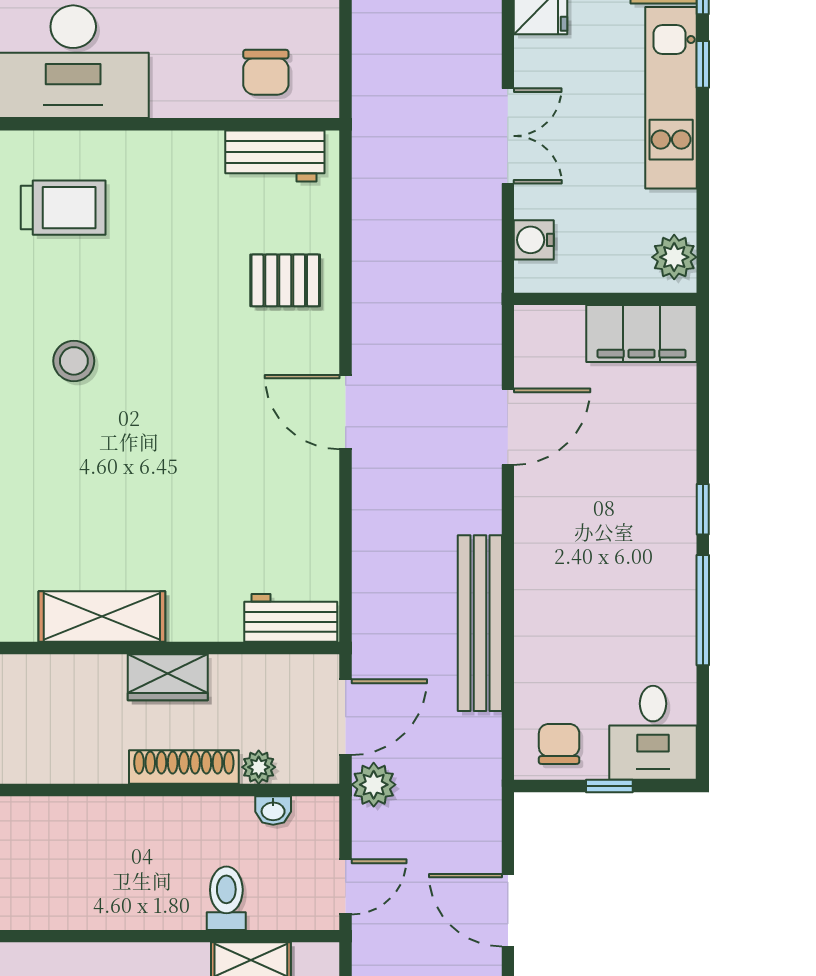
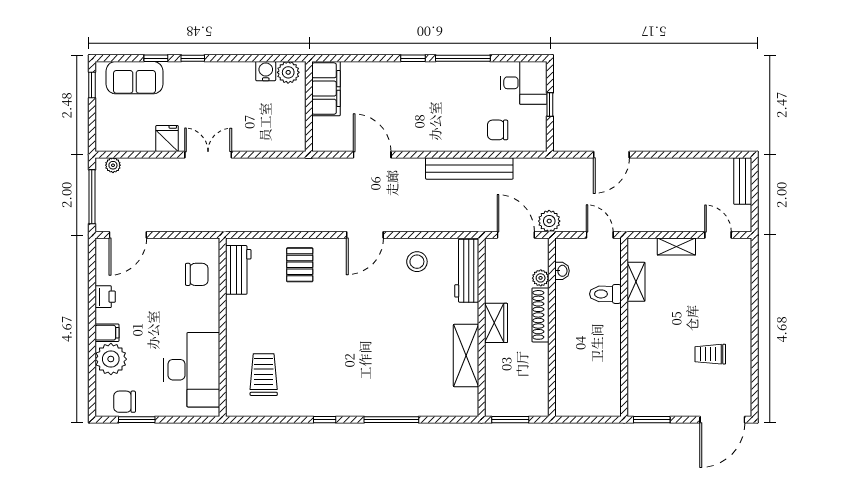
kitchen unit: (671, 98) -> (209, 74), removed
double door: (508, 136) -> (208, 155), moved
water cooler: (534, 240) -> (266, 71), moved, turned 180
stool: (74, 361) -> (417, 262), moved
workbench: (291, 618) -> (467, 271), width x1.38
chair: (559, 744) -> (498, 130), moved

